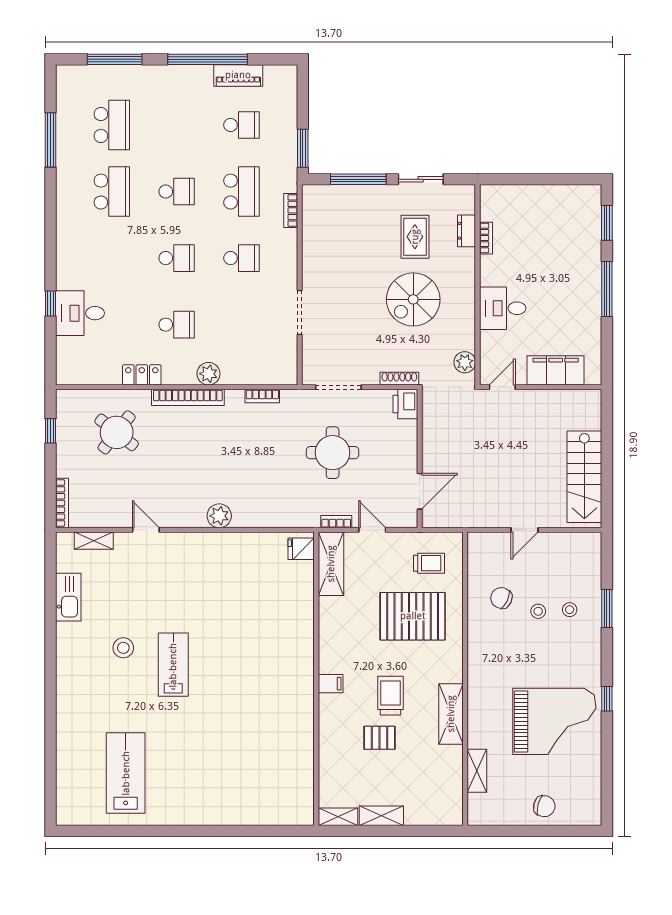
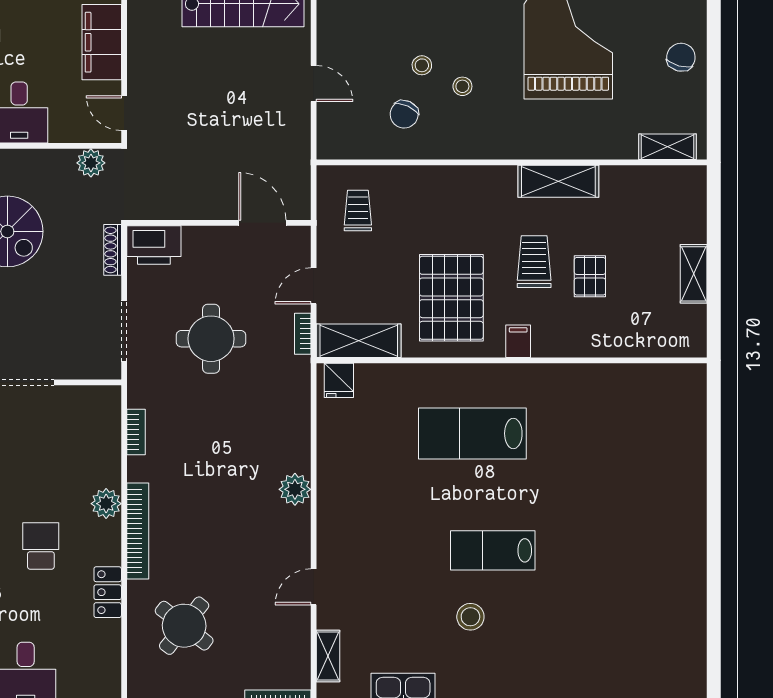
printer: (405, 404) -> (154, 245), width x1.37, depth x1.19
stool: (570, 610) -> (462, 86), moved
pallet: (413, 616) -> (451, 298), moved
trolley: (391, 696) -> (534, 262), turned 90
shelving: (477, 771) -> (668, 147), moved
lab bench: (126, 773) -> (472, 433), moved
shelving: (338, 817) -> (695, 331), removed

